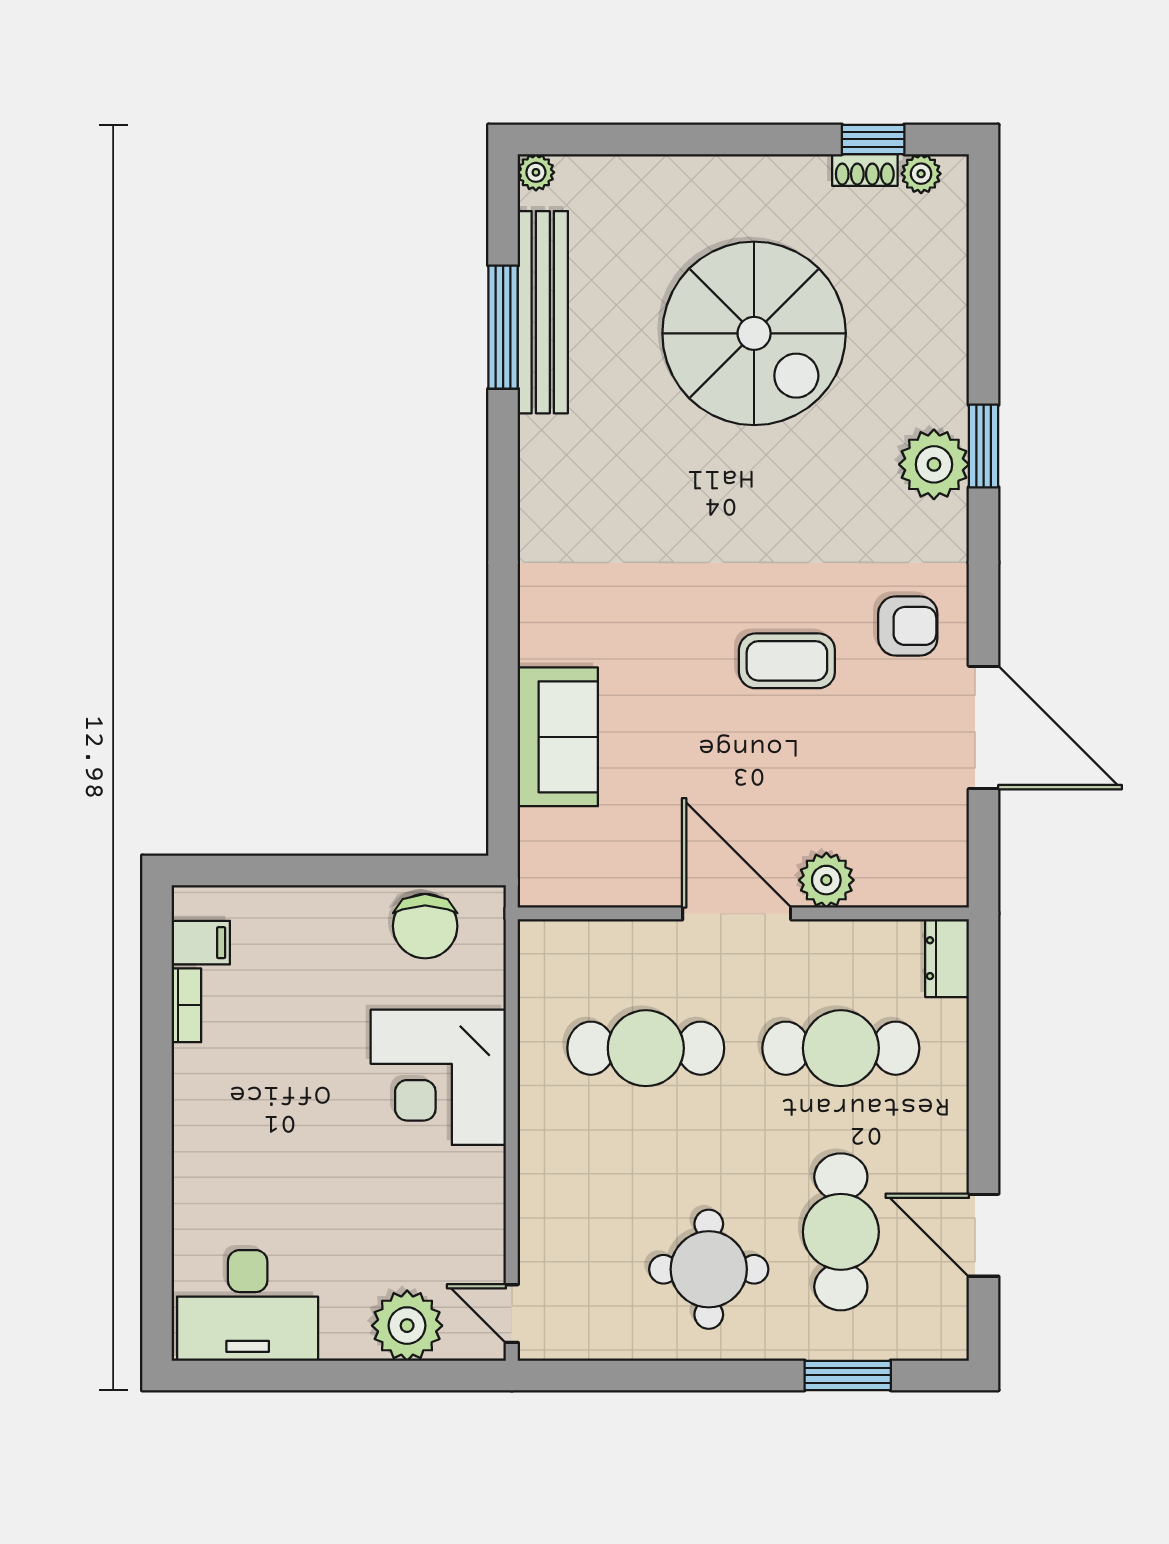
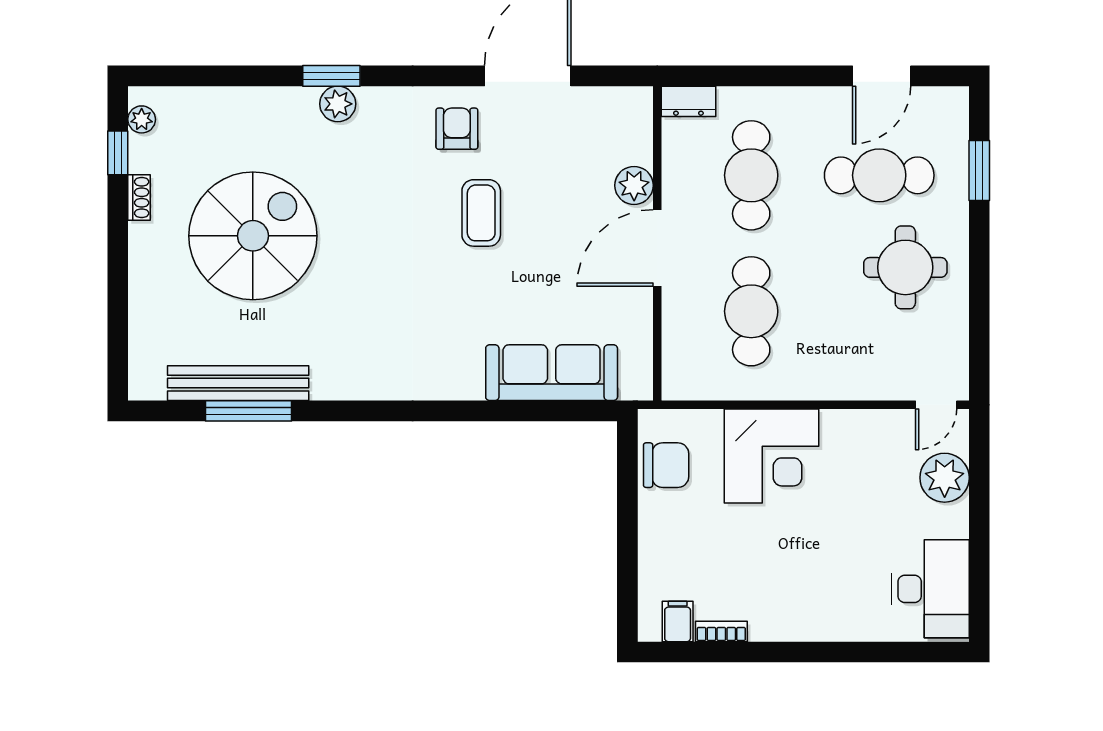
shoe rack: (865, 170) -> (139, 197), moved
plant: (536, 172) -> (141, 388), removed
plant: (934, 464) -> (338, 104), width x0.73, depth x0.73
sofa: (558, 737) -> (552, 373), width x1.36

